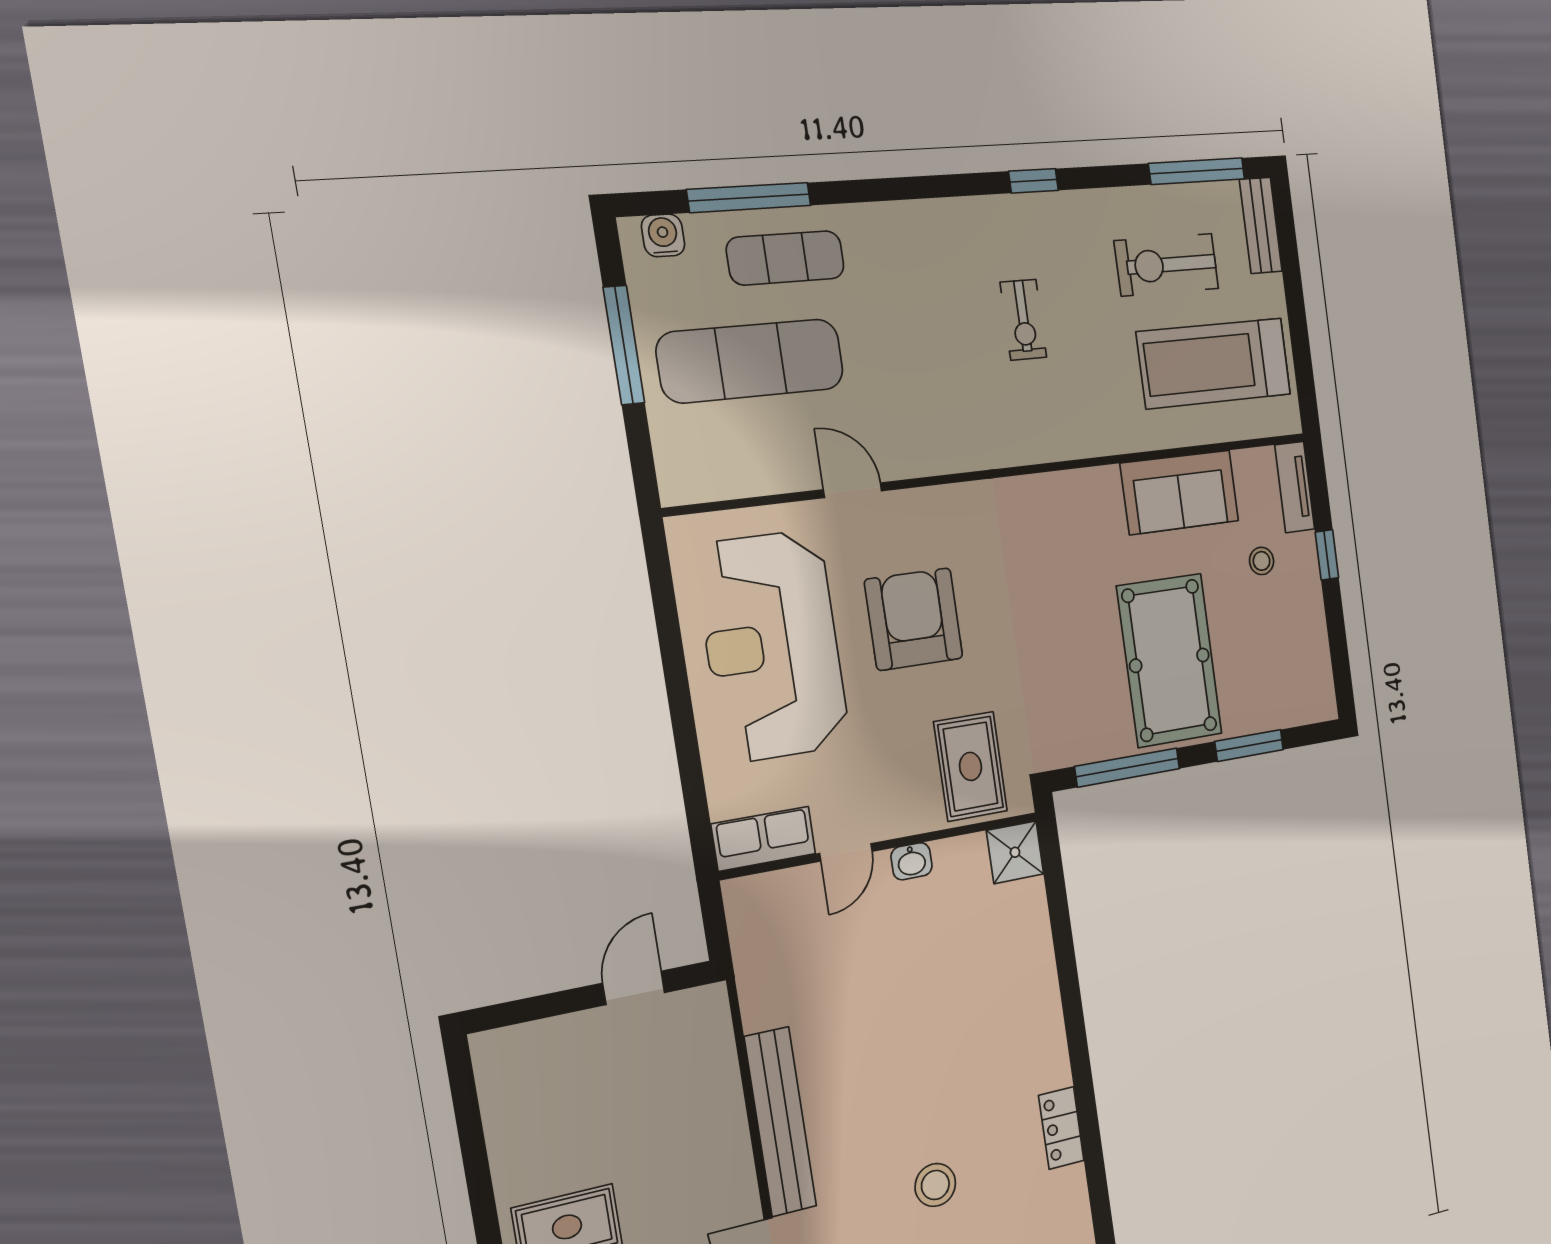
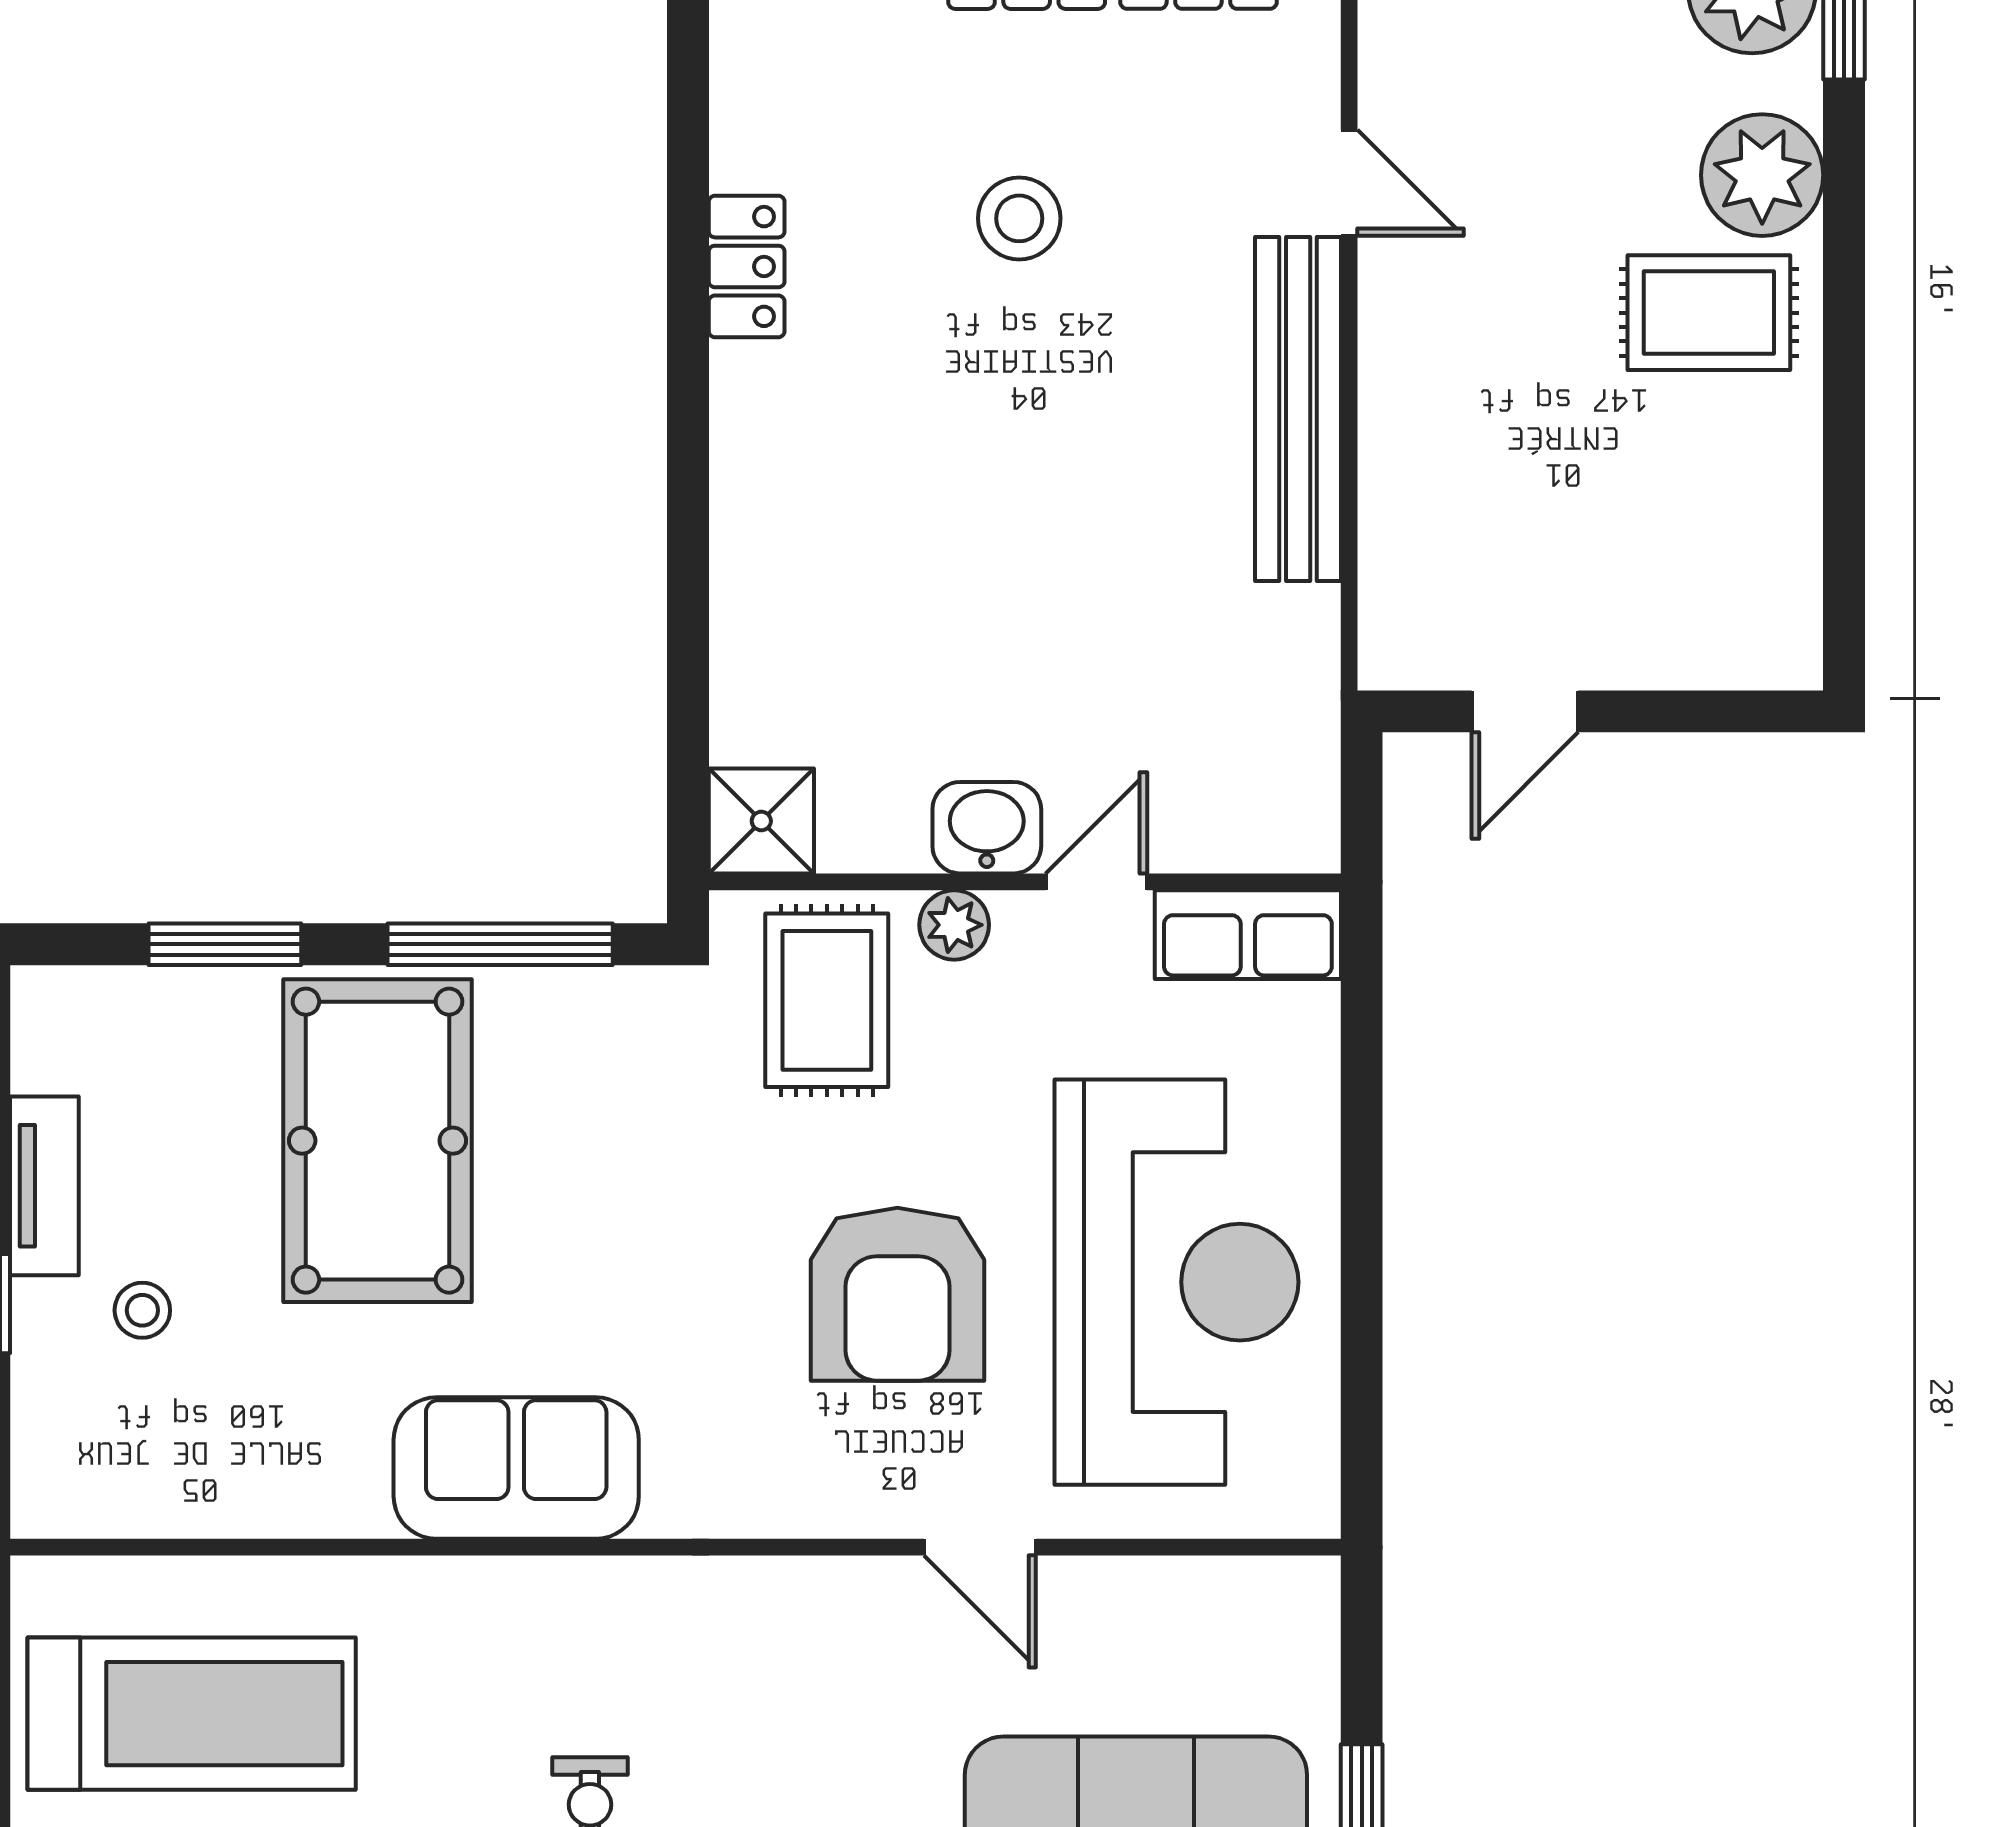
tv unit: (1295, 487) -> (44, 1186), moved
sofa: (1180, 492) -> (516, 1468), moved
plant: (914, 817) -> (954, 925), added
washbasin: (912, 861) -> (987, 828), width x1.38, depth x1.45

